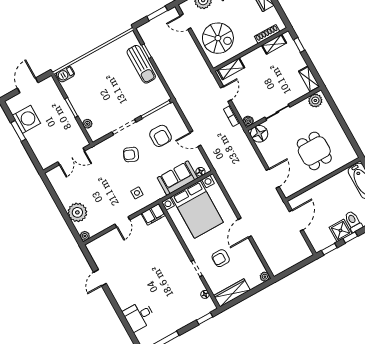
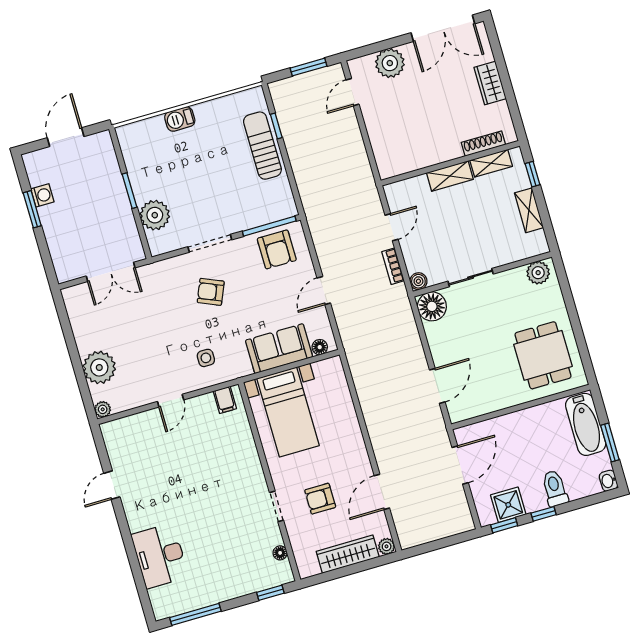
door: (186, 22) -> (352, 92), hinge flipped
spiral stairs: (218, 38) -> (400, 132), removed
sun lounger: (141, 64) -> (262, 146), turned 180
shelving: (231, 69) -> (450, 176), moved
barbecue: (65, 74) -> (180, 119), moved
shelving: (309, 79) -> (529, 210), moved
washing machine: (27, 119) -> (42, 195), width x0.53, depth x0.53
plant: (87, 124) -> (155, 215), width x1.88, depth x1.88
armchair: (161, 136) -> (277, 249), moved
door: (195, 139) -> (324, 290), hinge flipped
dining table: (314, 151) -> (543, 355), moved
bed with nightstands: (197, 209) -> (288, 412), width x0.73
filing cabinet: (153, 214) -> (225, 400), width x0.50
door: (245, 228) -> (382, 492), moved
shower: (340, 230) -> (508, 505), moved
wardrobe: (232, 293) -> (348, 554), moved
desk: (139, 316) -> (160, 556), width x1.37

